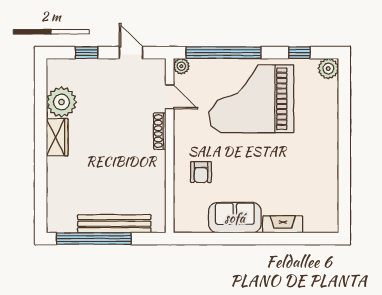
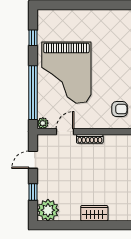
plant: (328, 69) -> (44, 17), removed
plant: (61, 102) -> (48, 210), moved

